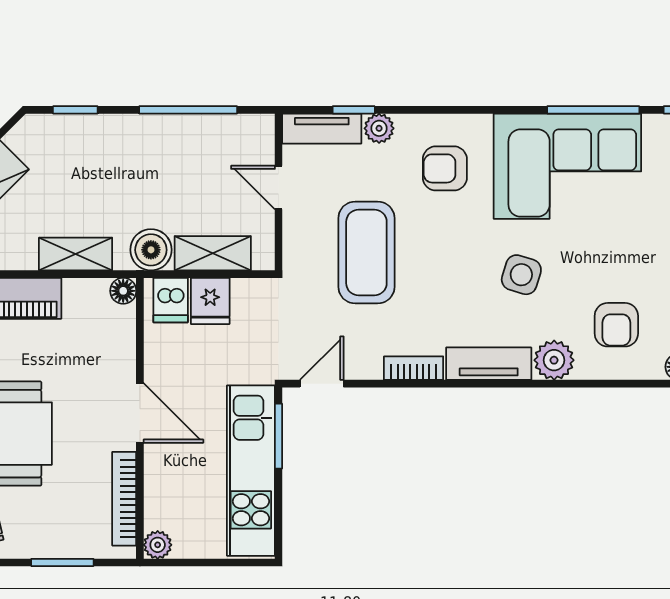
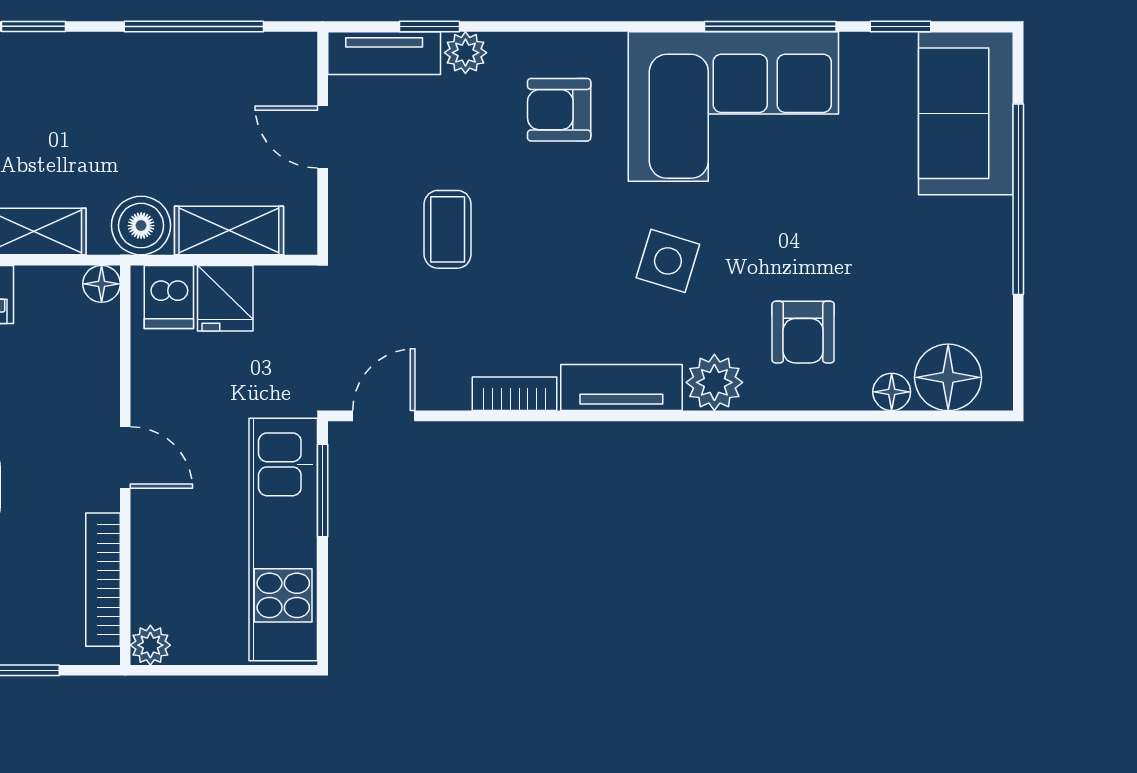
coffee table: (366, 252) -> (448, 229), width x0.54, depth x0.58
door: (140, 413) -> (125, 458), width x0.73

